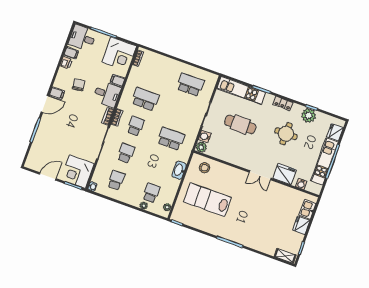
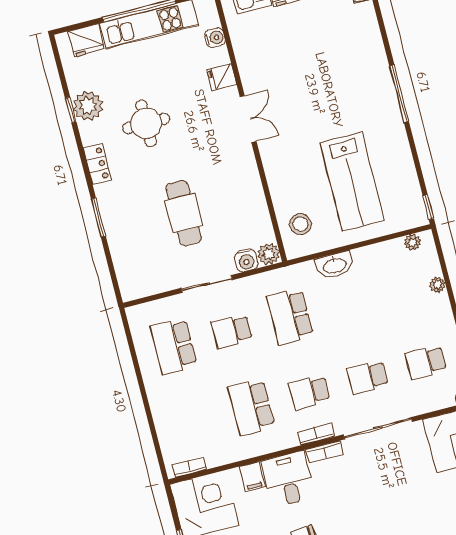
kitchen unit: (241, 91) -> (124, 251), removed
fridge: (285, 174) -> (222, 77), width x0.53, depth x0.75
school desk: (151, 193) -> (232, 331), moved

